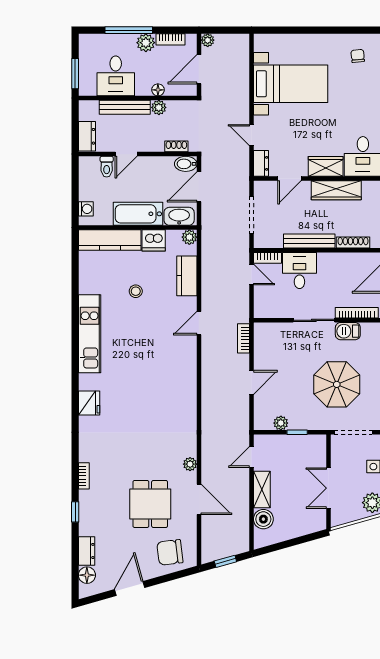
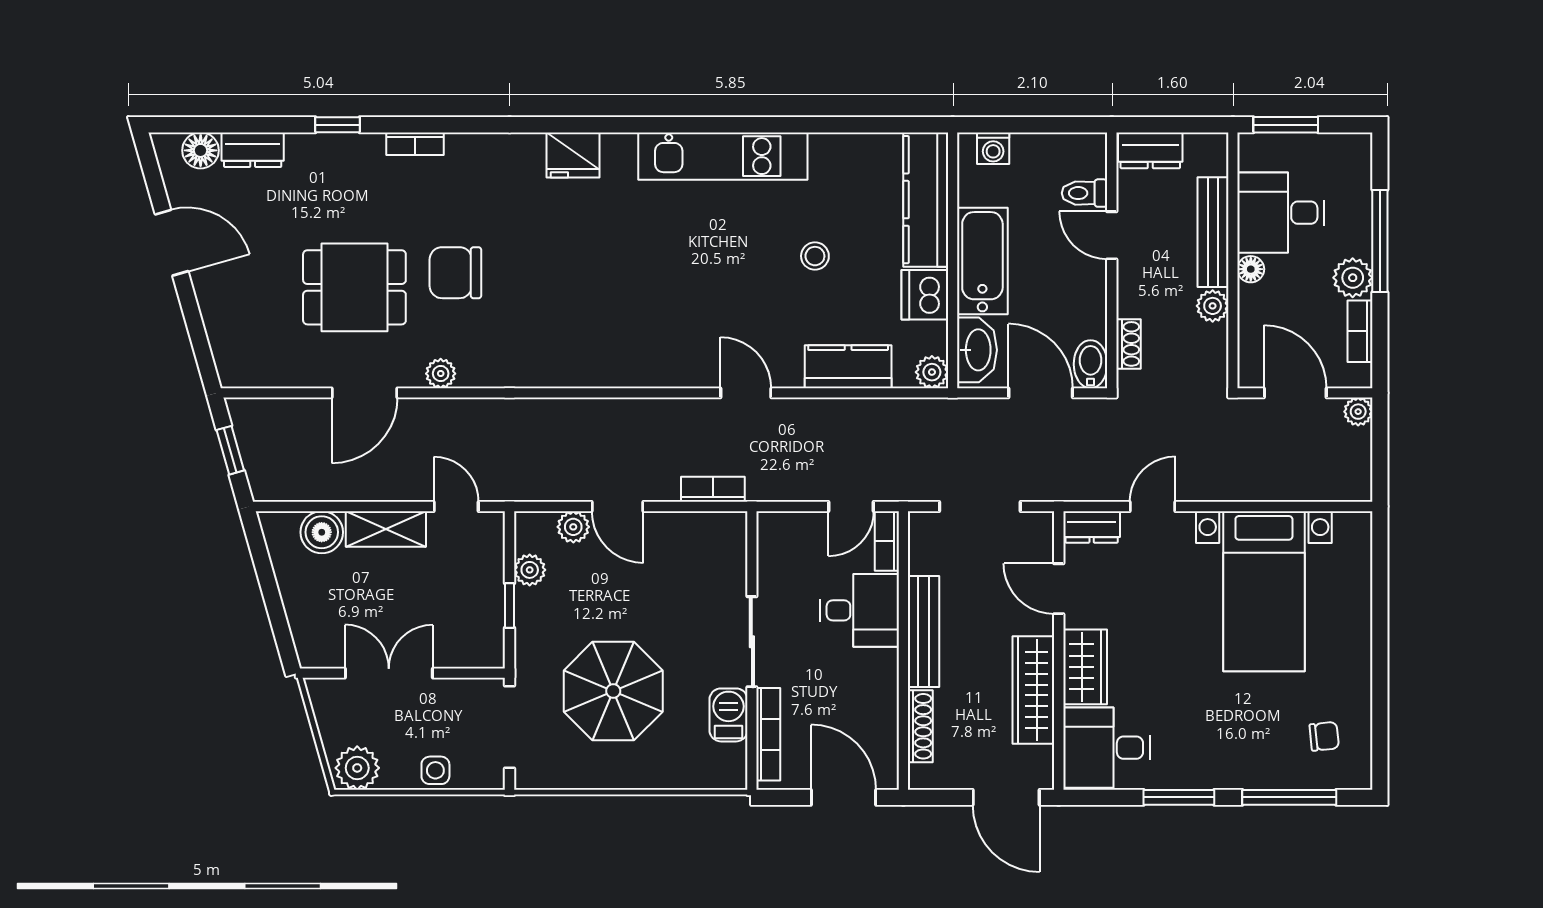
floor lamp: (158, 90) -> (1251, 269), moved
plant: (261, 403) -> (573, 527), added
chair: (170, 552) -> (455, 273), moved, turned -83

